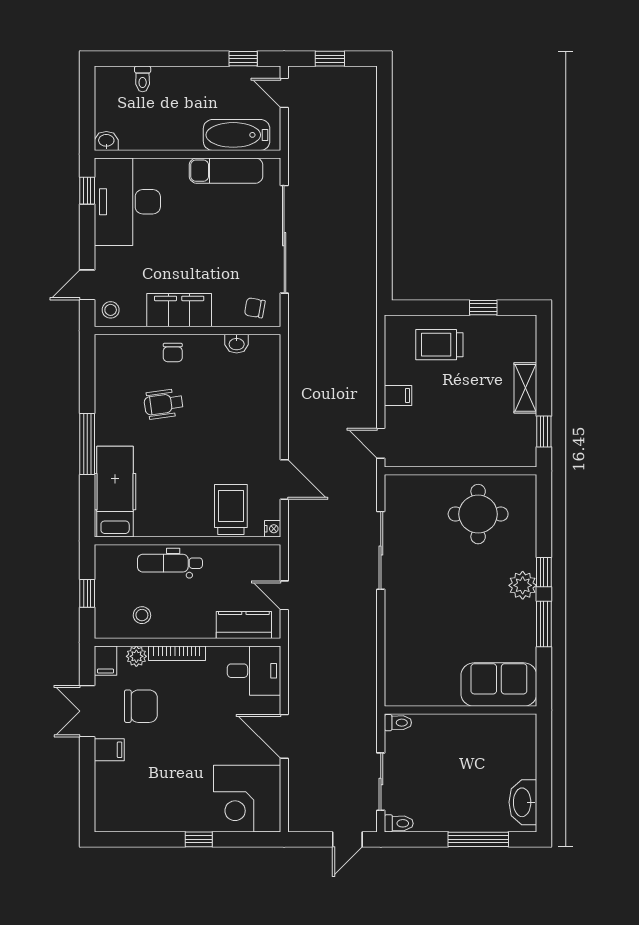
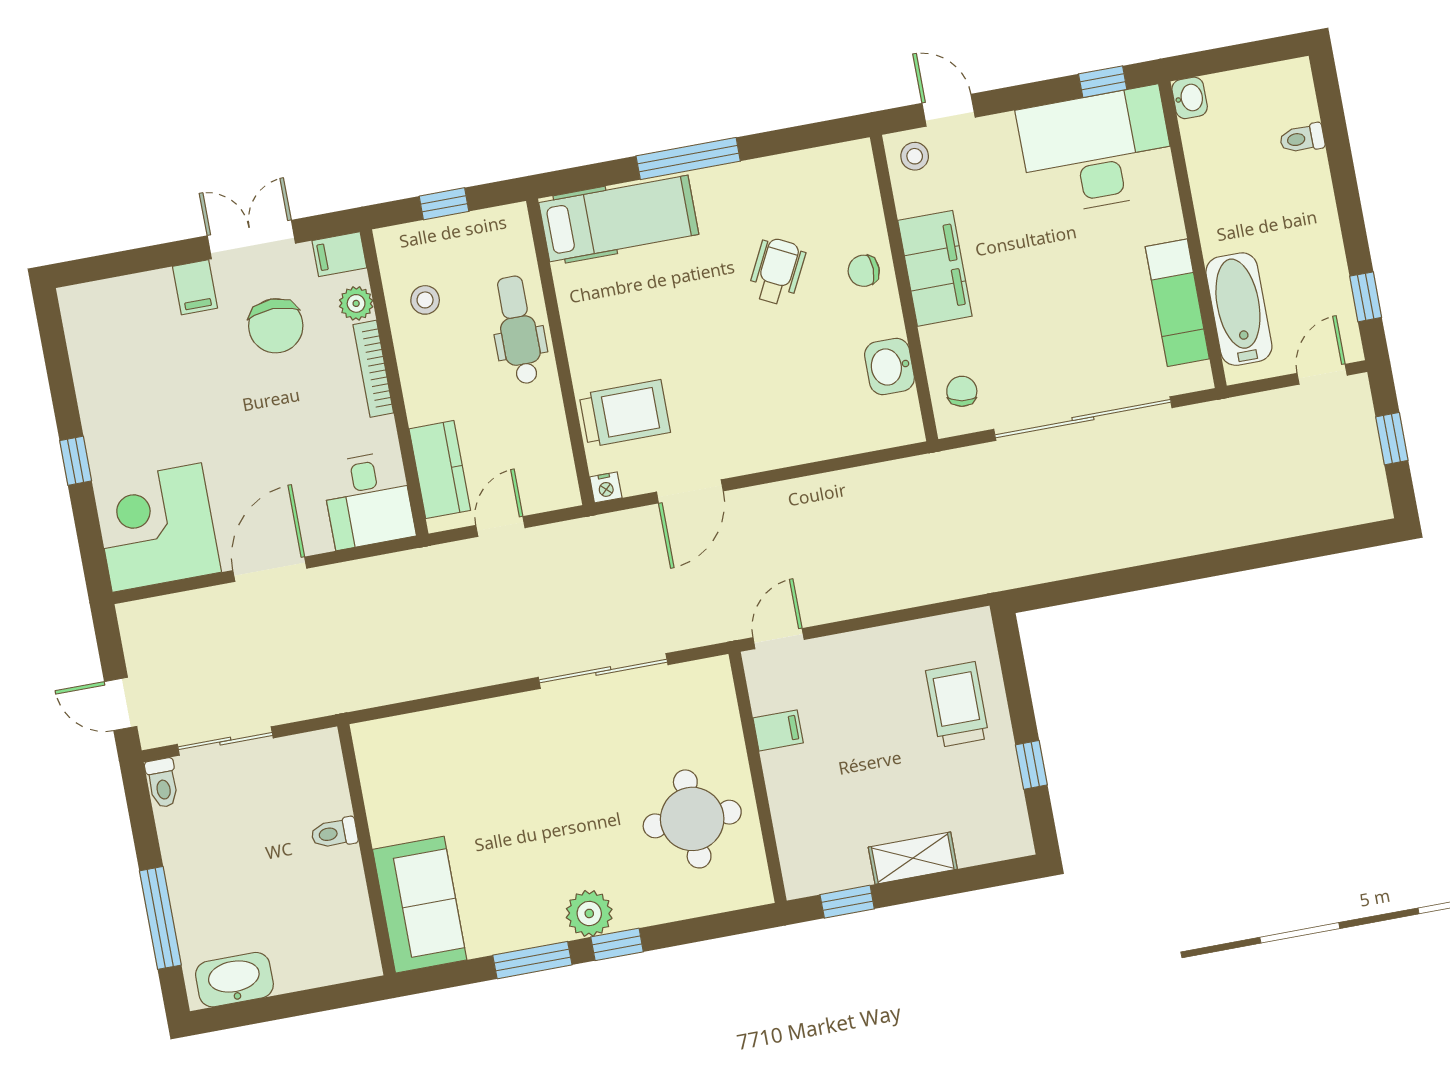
washbasin: (237, 344) -> (889, 366), width x1.38, depth x1.45
filing cabinet: (398, 395) -> (778, 730), moved, turned -90
wheelchair: (164, 404) -> (777, 271), turned 35
toilet: (398, 723) -> (334, 833), moved, turned 90

